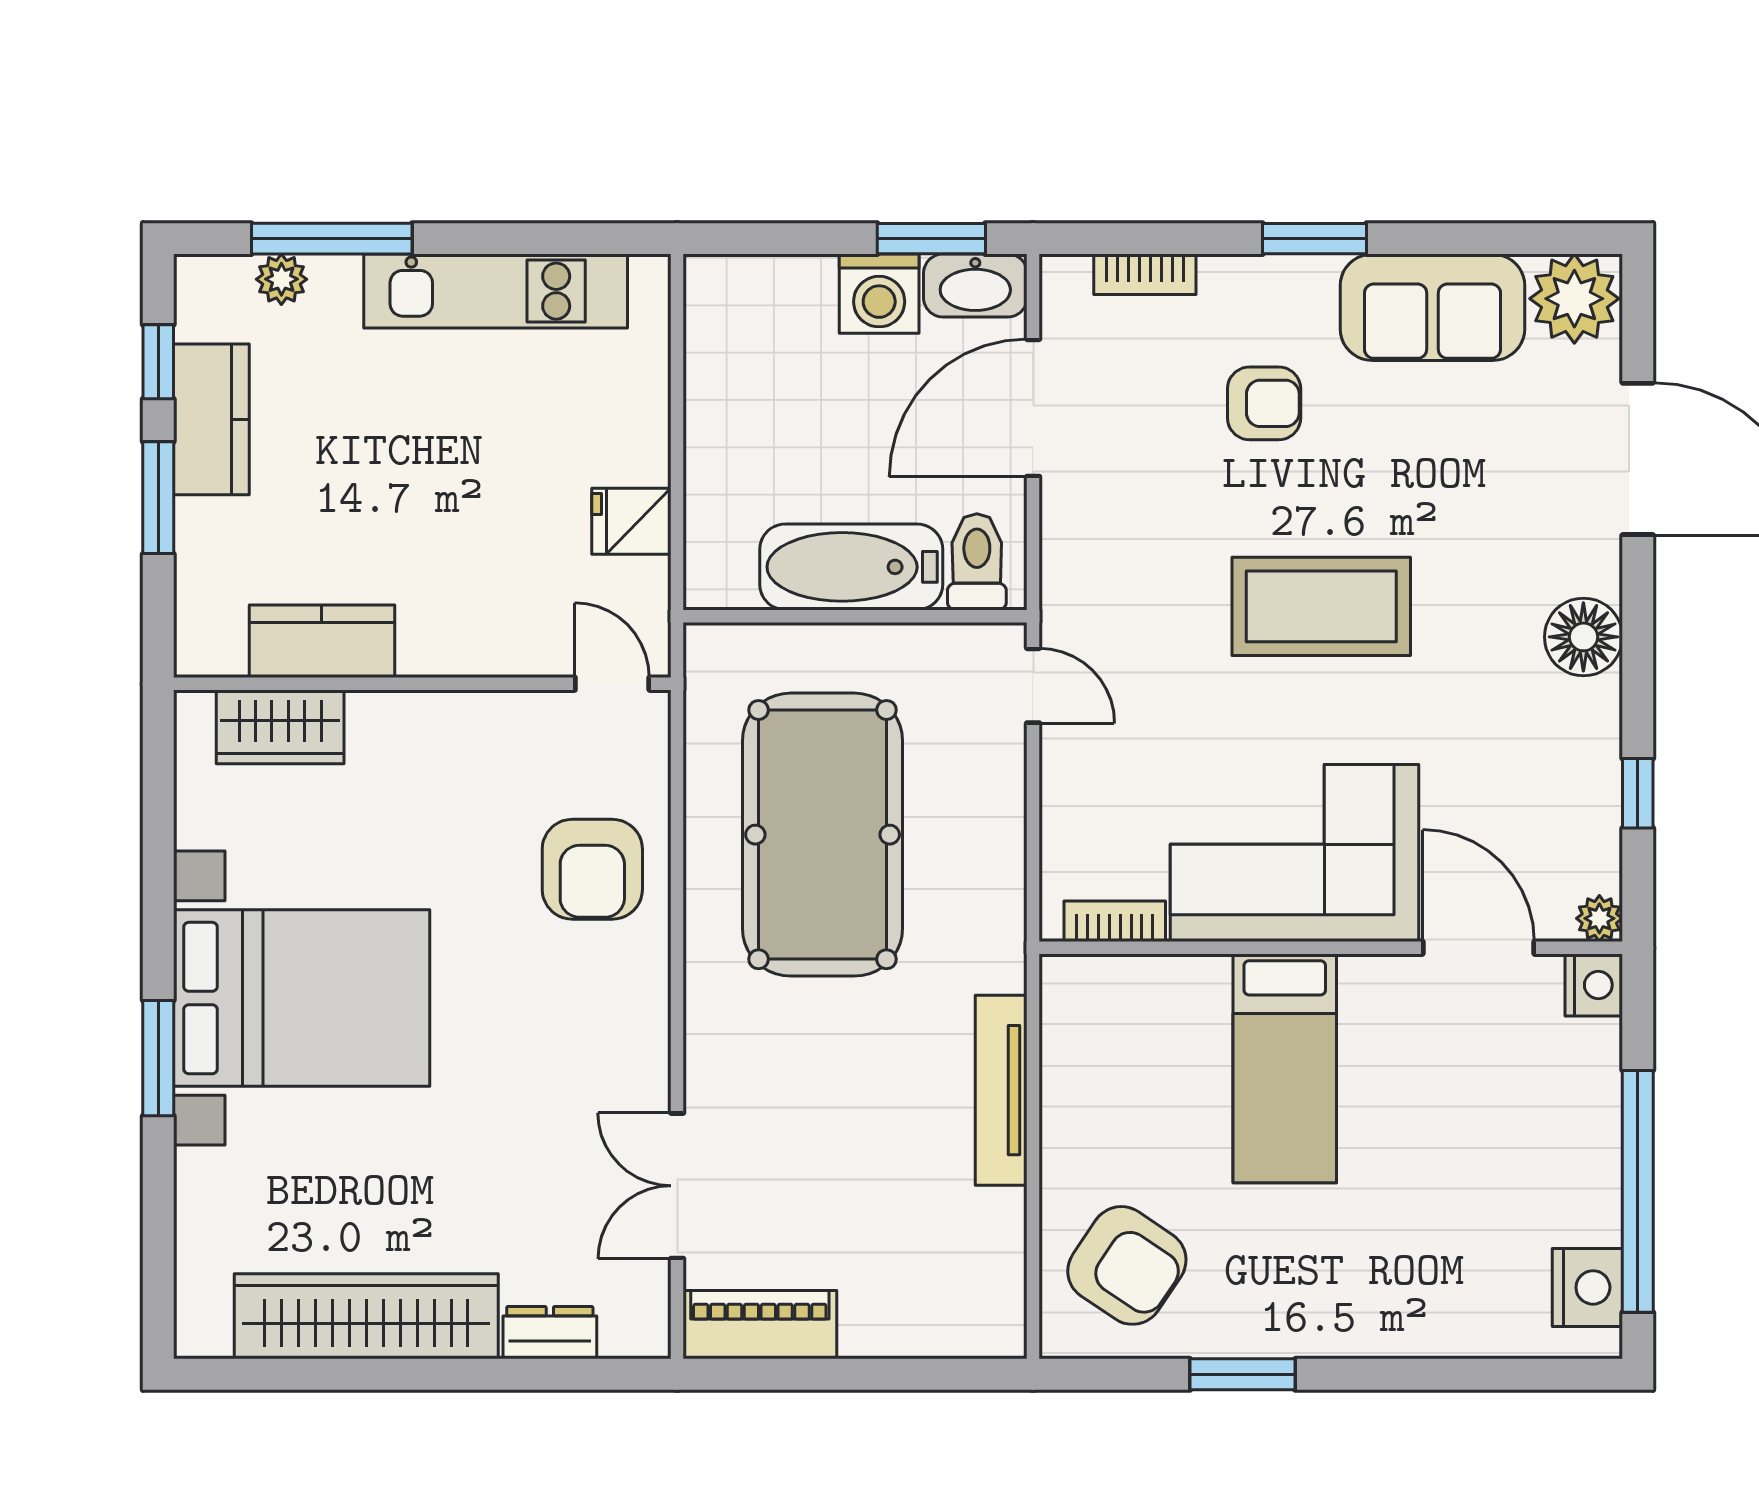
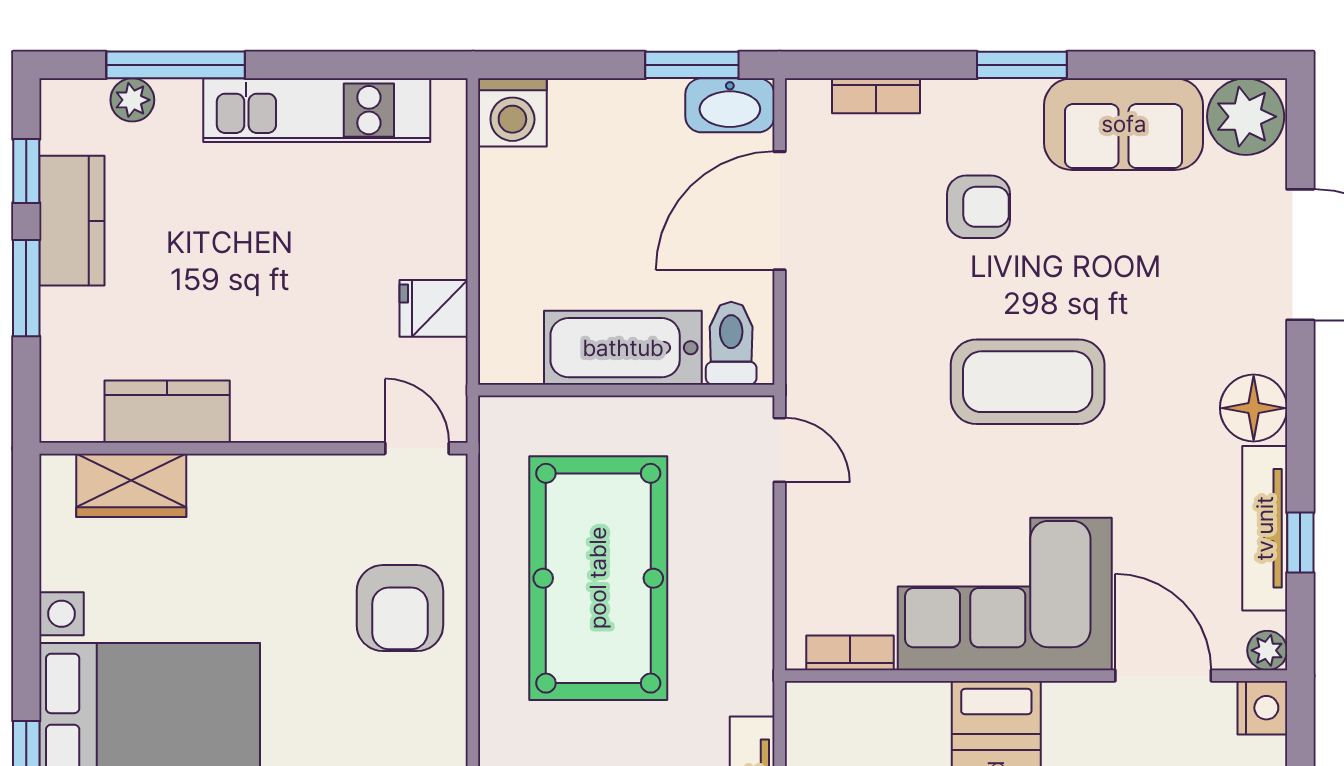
washing machine: (879, 294) -> (512, 112), moved
tv unit: (1596, 777) -> (1265, 528), added

